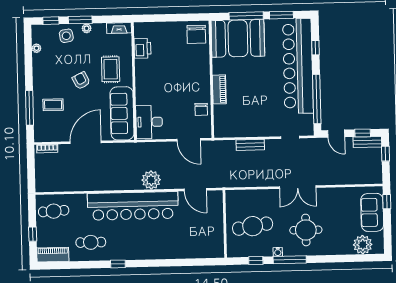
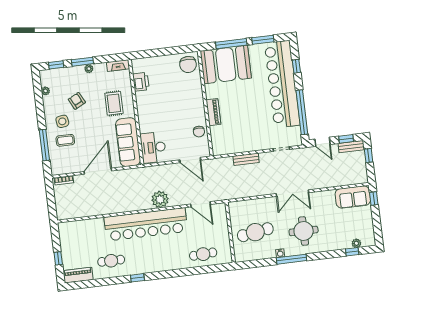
side table: (66, 36) -> (62, 121), moved
armchair: (81, 81) -> (77, 101), moved
cafe table: (54, 211) -> (203, 254), moved
sofa: (372, 212) -> (353, 197), moved, turned -90
plant: (363, 245) -> (356, 243), width x0.53, depth x0.53
window: (256, 261) -> (352, 252), moved

